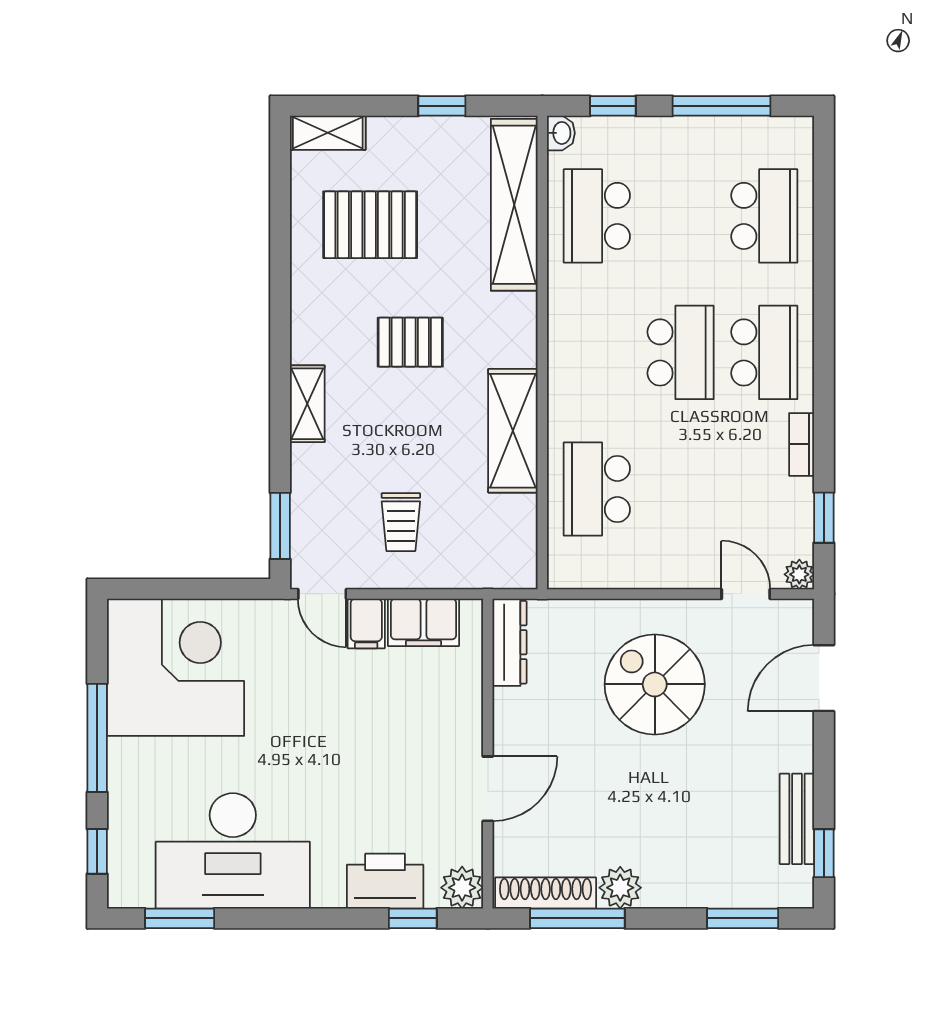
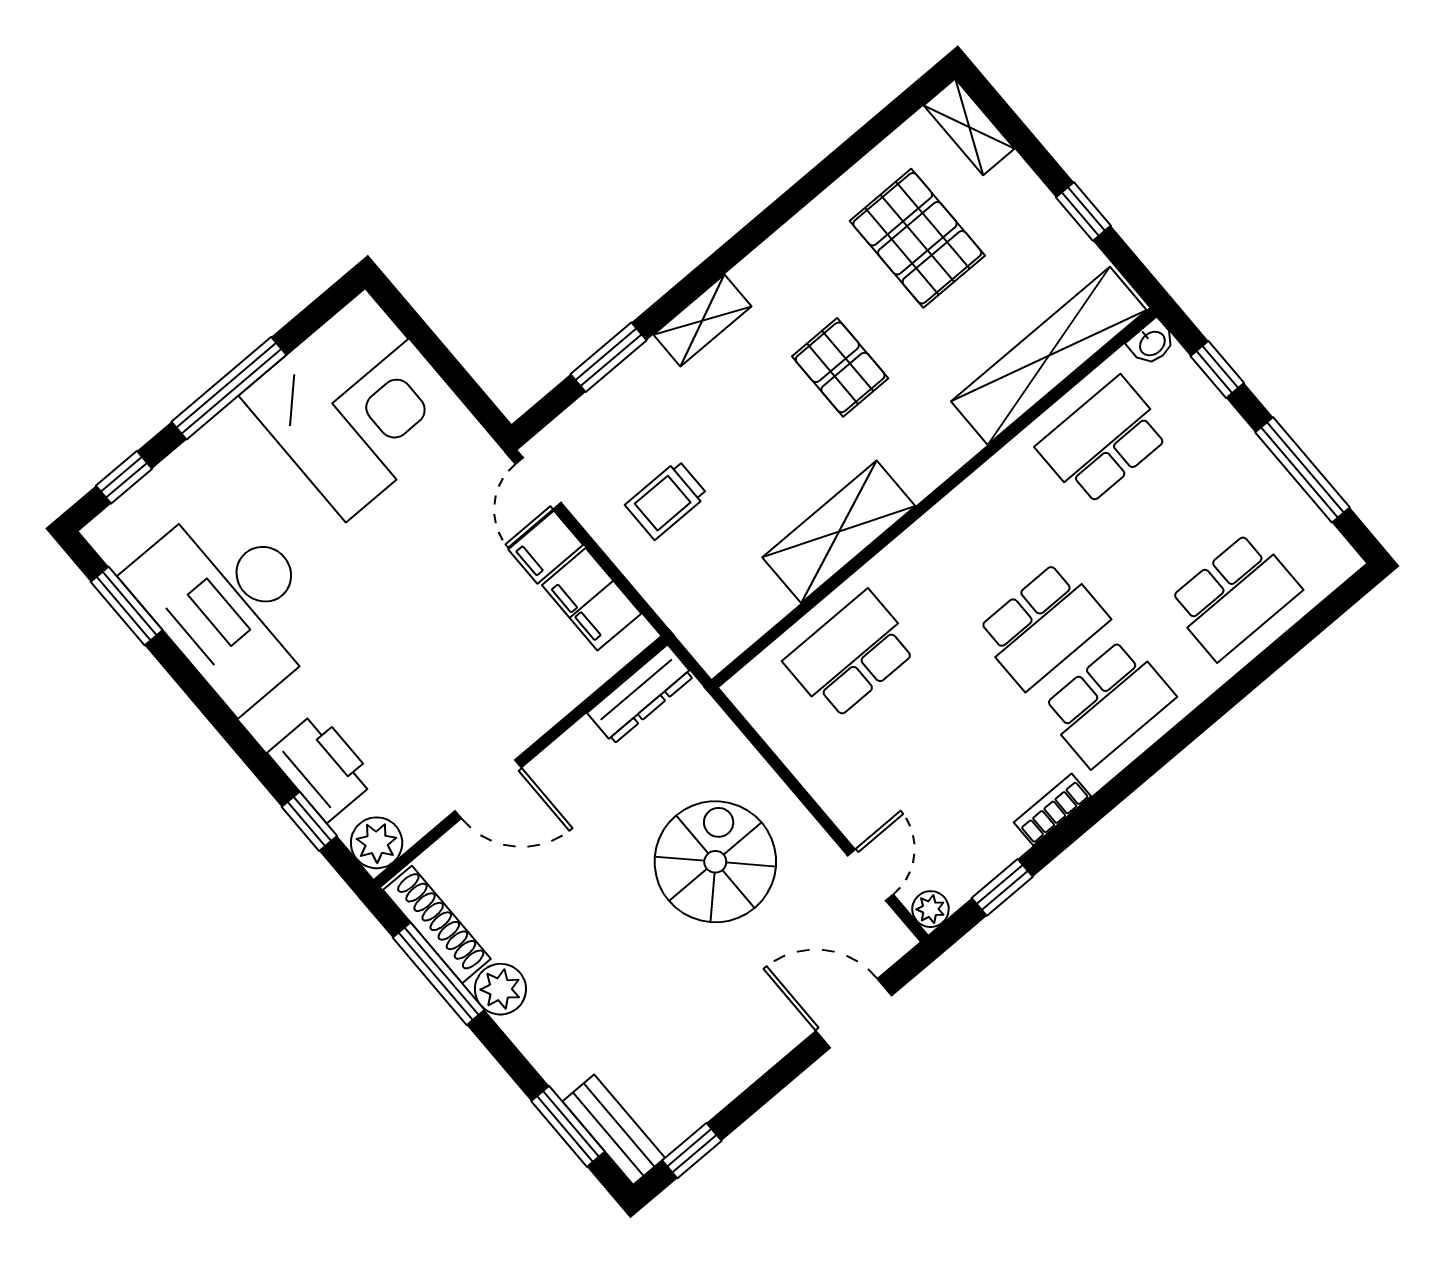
window: (280, 526) -> (608, 357), moved
bench: (797, 819) -> (614, 1130), moved, turned 90

